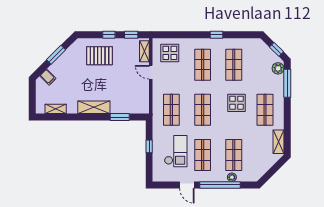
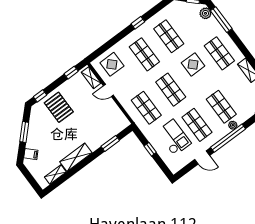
window: (109, 35) -> (40, 96), moved
pallet: (100, 56) -> (59, 107), turned 90
shelving: (94, 107) -> (76, 157), moved

